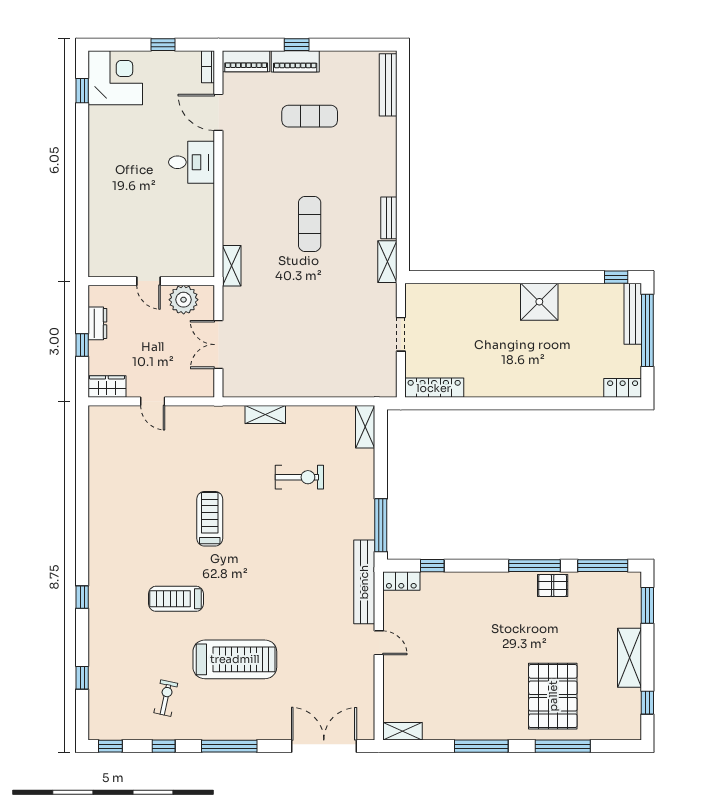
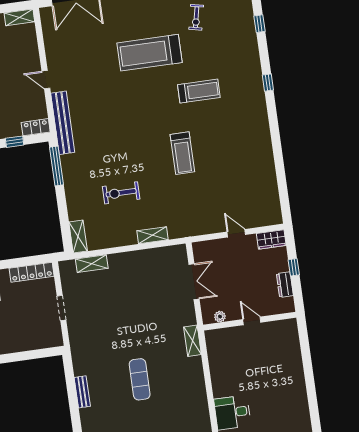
shelving: (387, 262) -> (92, 264), moved, turned 90
plant: (184, 300) -> (220, 317), width x0.53, depth x0.53

